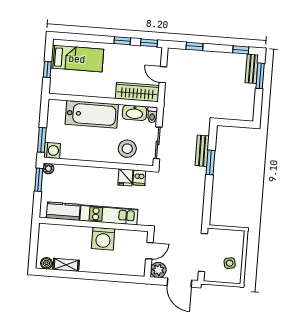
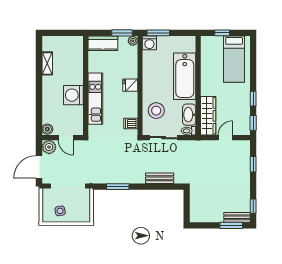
window: (210, 162) -> (118, 187), moved
fridge: (125, 177) -> (130, 85), moved
kitchen counter: (63, 211) -> (103, 43), moved, turned 90
boiler: (46, 263) -> (47, 129), moved

